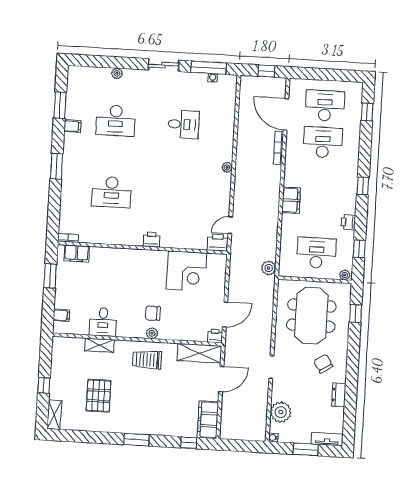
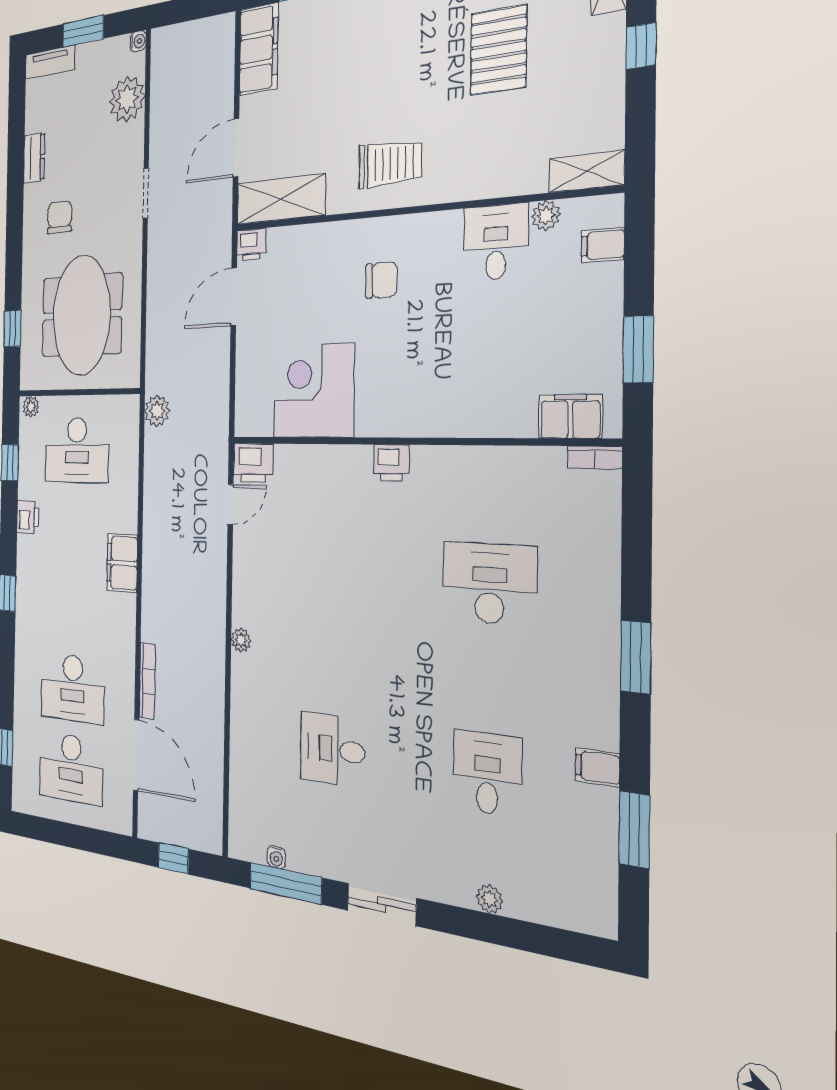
desk: (116, 120) -> (487, 773), width x0.73
plant: (152, 333) -> (546, 215), moved
shelving: (99, 345) -> (587, 171), moved
chair: (323, 364) -> (60, 217), turned -148

